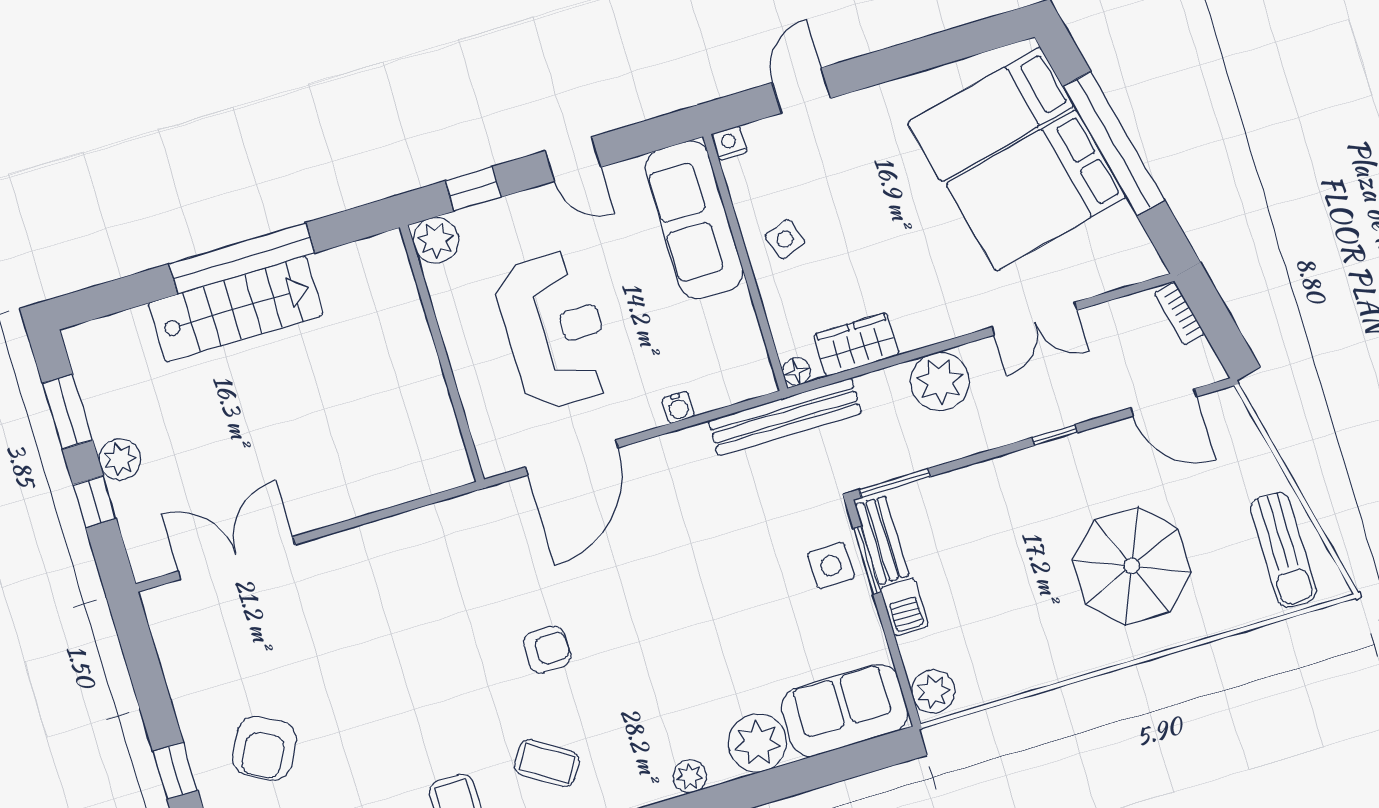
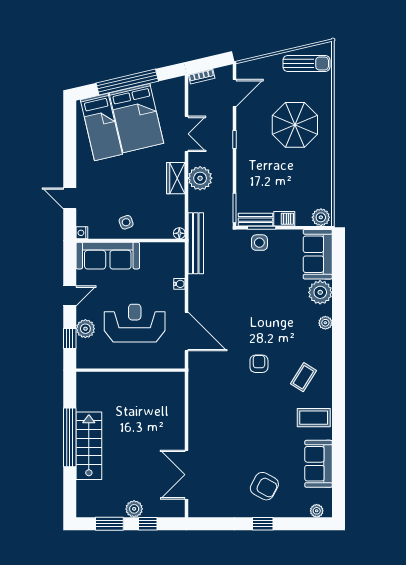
plant: (436, 240) -> (85, 329), moved
wardrobe: (856, 345) -> (176, 178), moved

